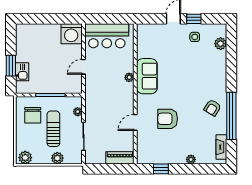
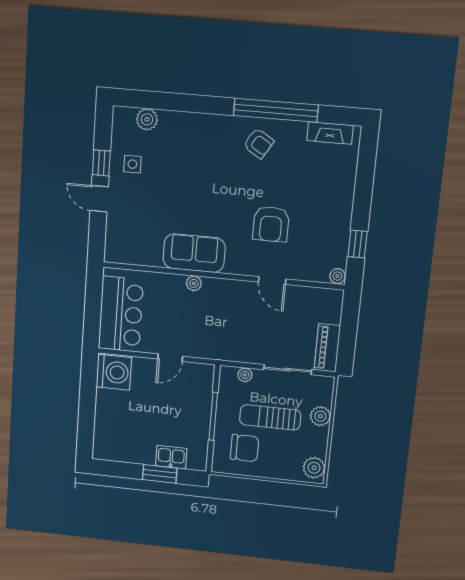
door: (84, 67) -> (170, 358), hinge flipped
piano: (120, 158) -> (327, 348), moved
plant: (191, 159) -> (337, 276), moved

